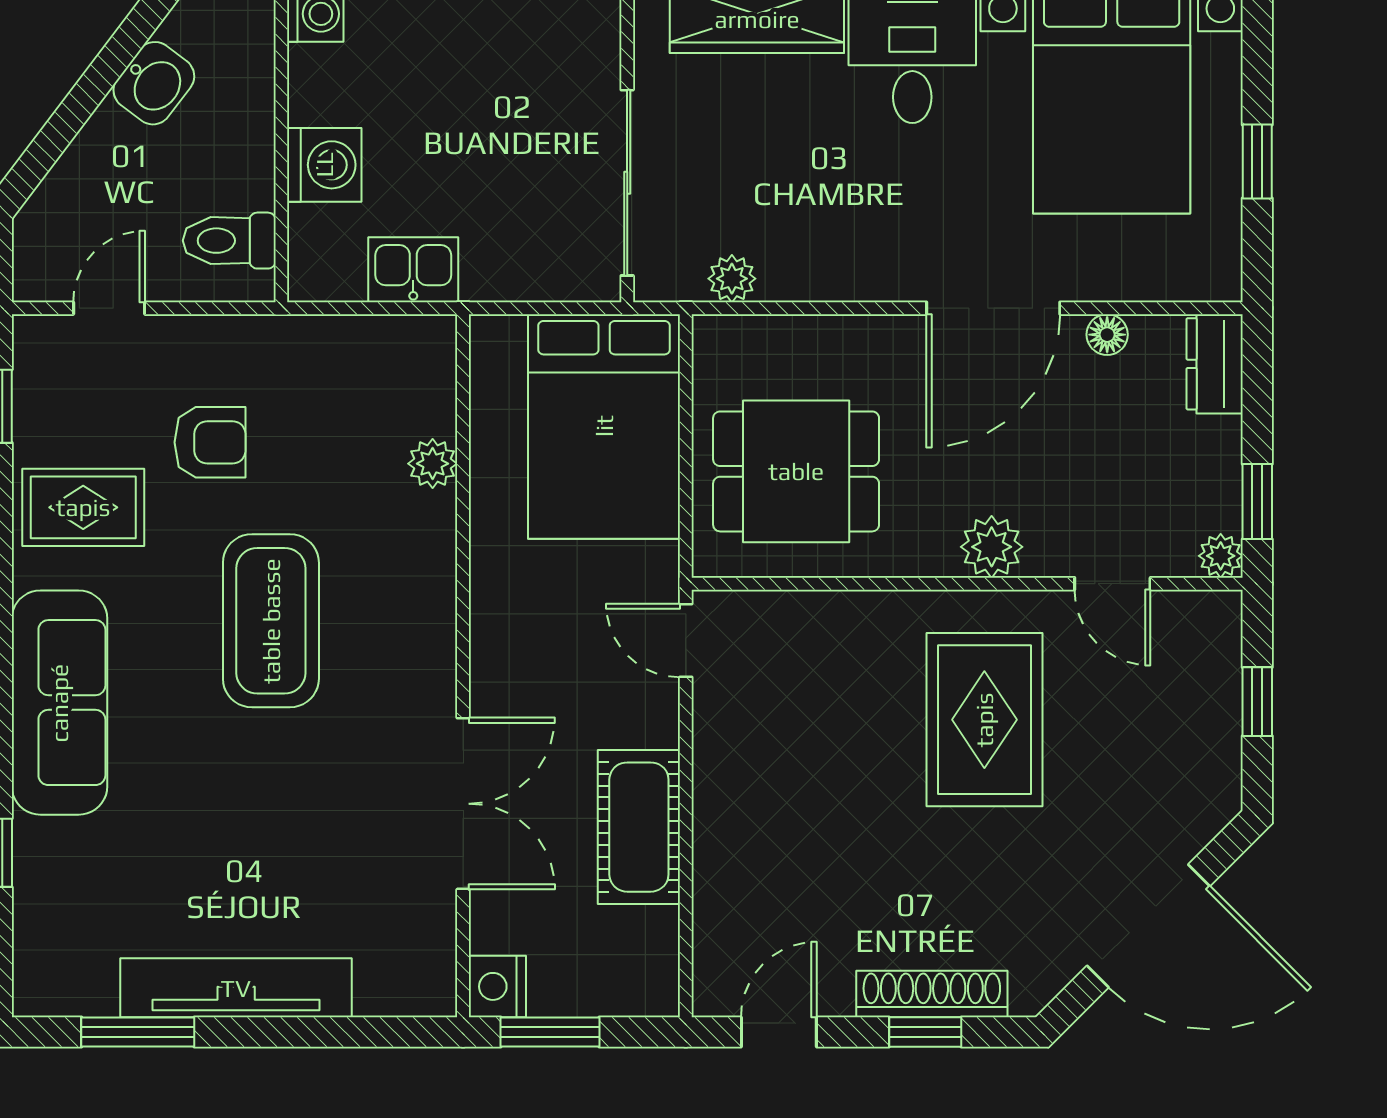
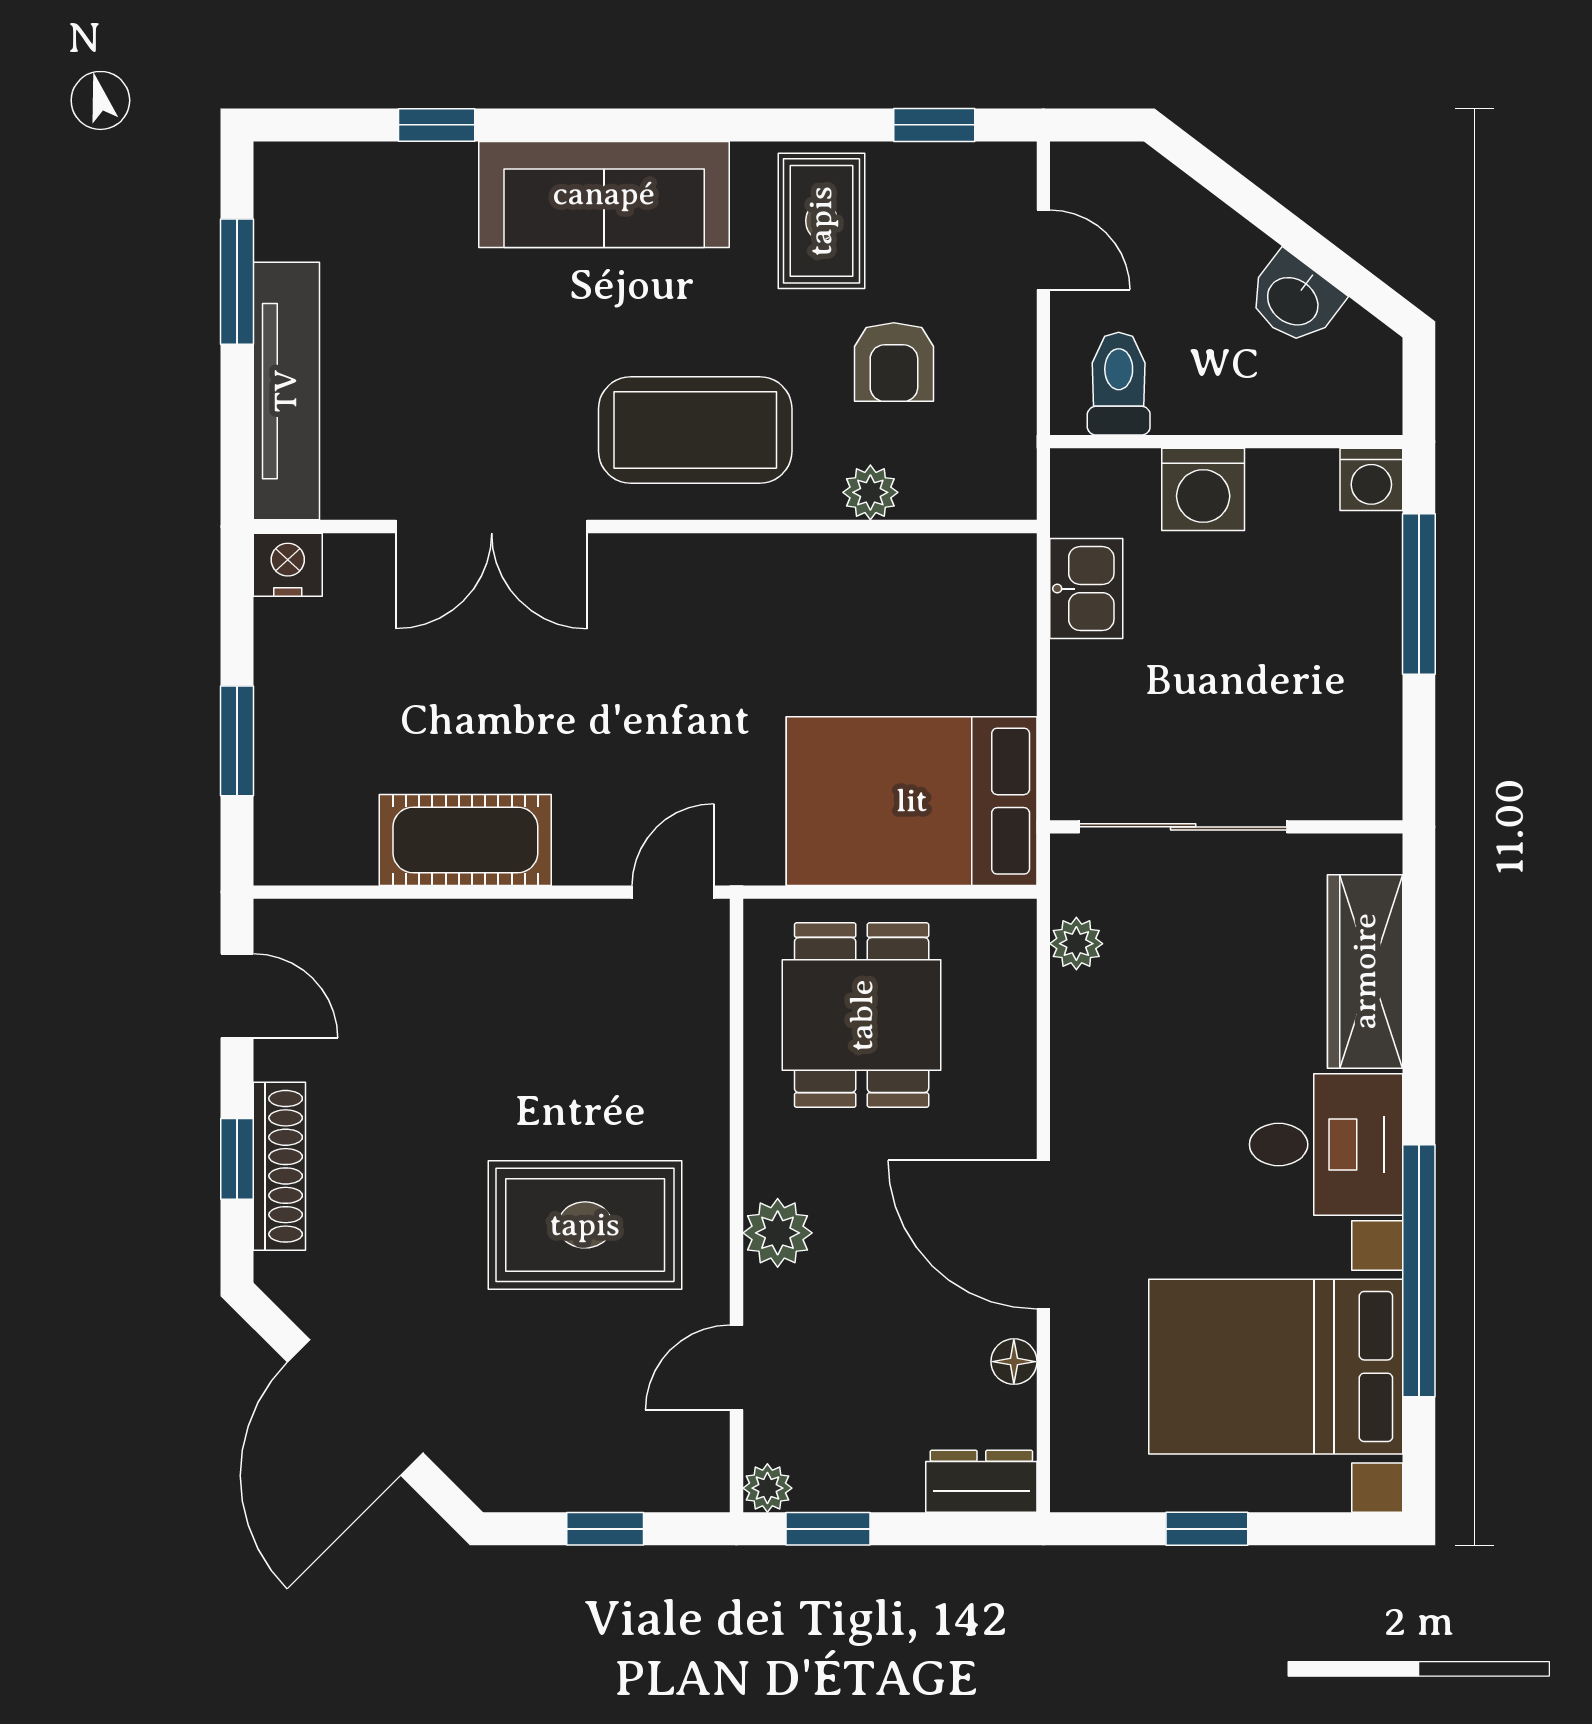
plant: (433, 464) -> (870, 492), moved
wall: (463, 666) -> (645, 527), moved
double door: (463, 804) -> (492, 527), moved
nightstand: (497, 986) -> (288, 565), moved

